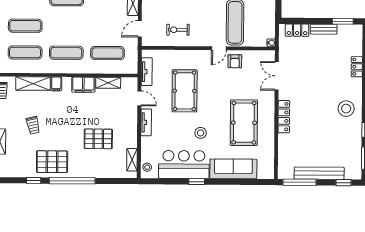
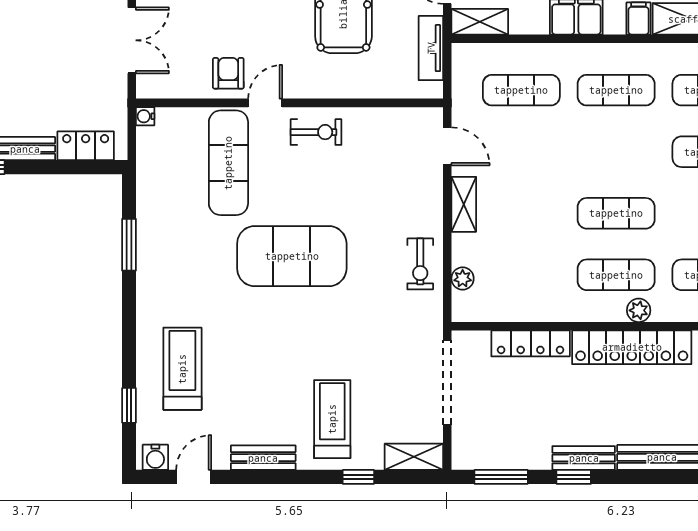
door: (140, 29) -> (447, 146), hinge flipped
exercise bike: (178, 30) -> (316, 132), moved
shelving: (108, 83) -> (480, 22), moved

